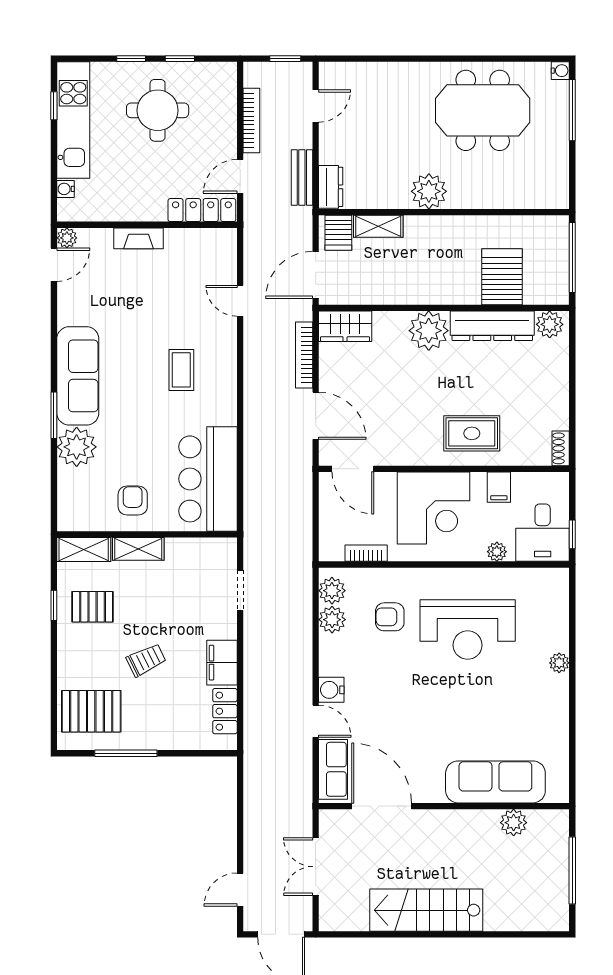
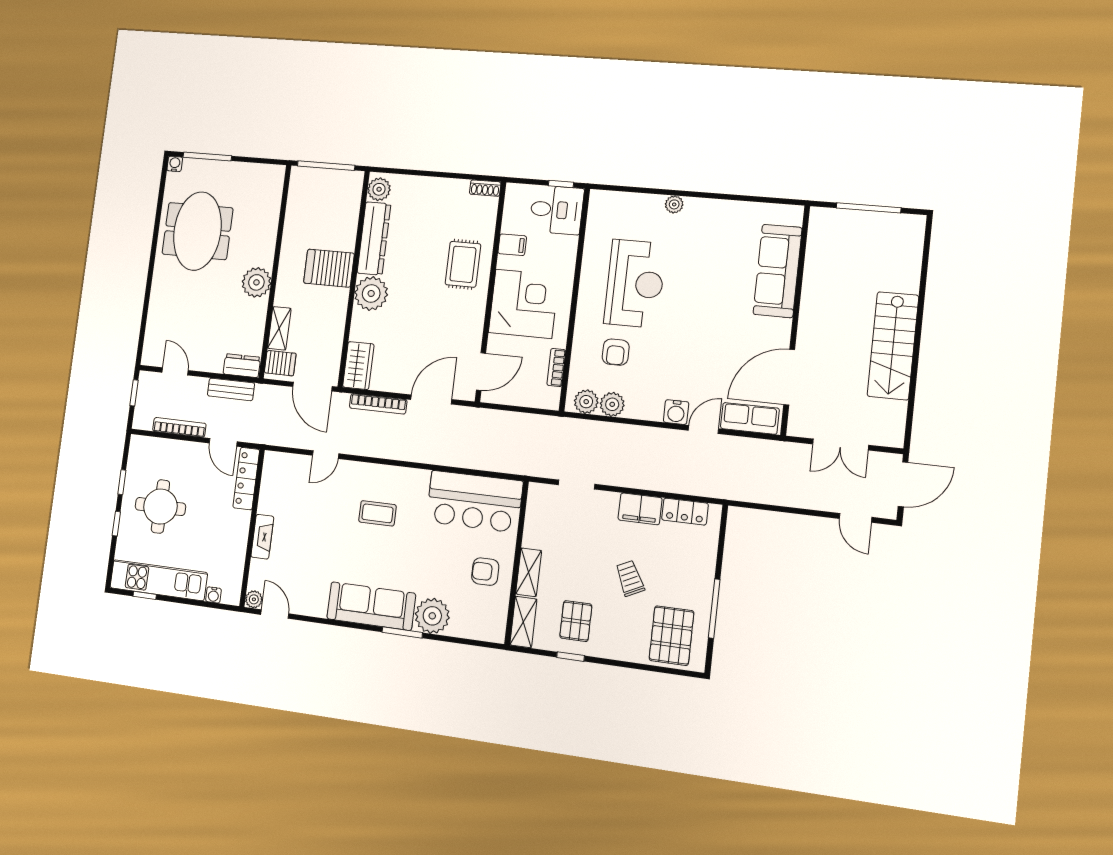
server rack: (502, 277) -> (329, 268), moved
plant: (497, 552) -> (569, 252), removed
plant: (514, 823) -> (817, 258), removed

